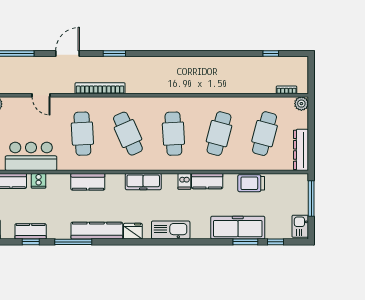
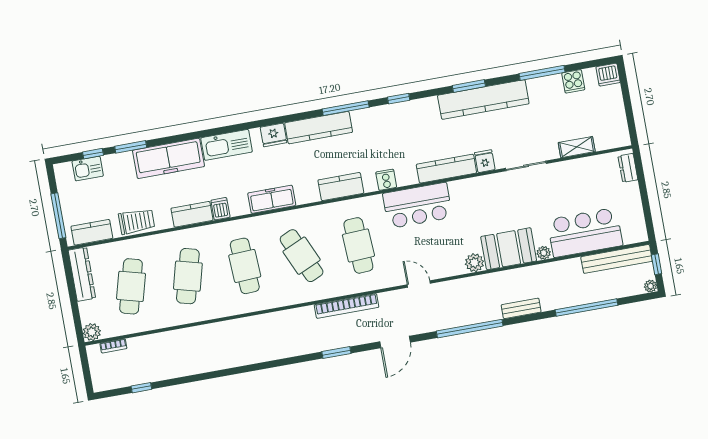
cooker: (39, 181) -> (386, 180), moved
kitchen sink: (300, 226) -> (88, 169), moved, turned 90
freezer: (238, 228) -> (168, 158), moved
kitchen counter: (31, 231) -> (92, 232), moved, turned 180

